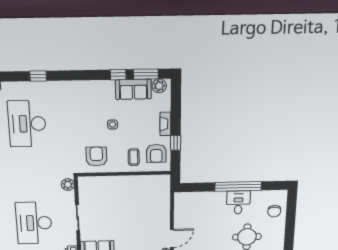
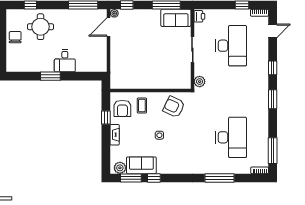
window: (38, 76) -> (219, 178), width x2.17
armchair: (156, 153) -> (122, 108), turned 180
armchair: (96, 157) -> (174, 107), turned 115
window: (238, 186) -> (50, 76), width x0.47
desk: (238, 202) -> (65, 61), moved
chair: (274, 211) -> (15, 37), moved

